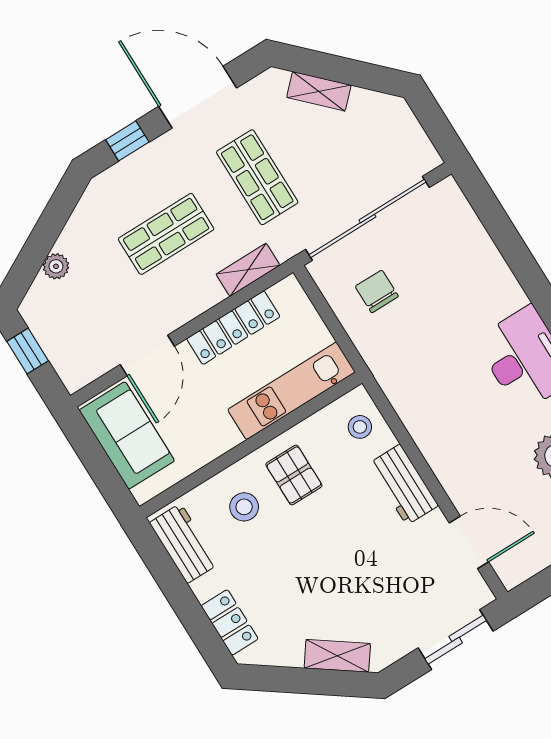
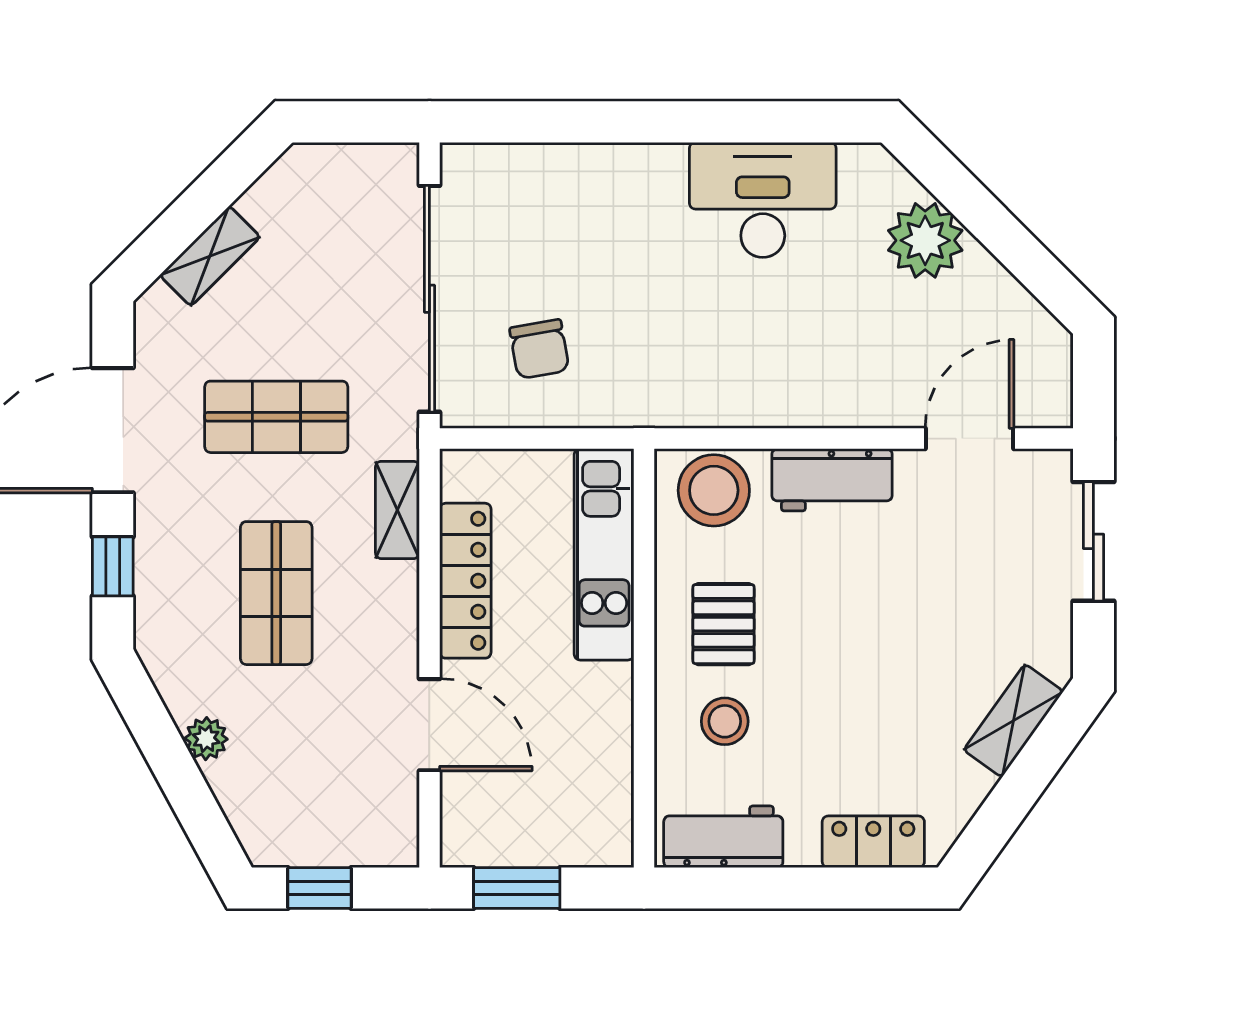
plant: (56, 266) -> (206, 739), moved
chair: (377, 291) -> (539, 349), turned -100
stool: (360, 427) -> (714, 490), width x1.89, depth x1.89
sofa: (127, 435) -> (523, 823), removed
window: (91, 453) -> (517, 888), added
pallet: (294, 475) -> (724, 624), turned 90

